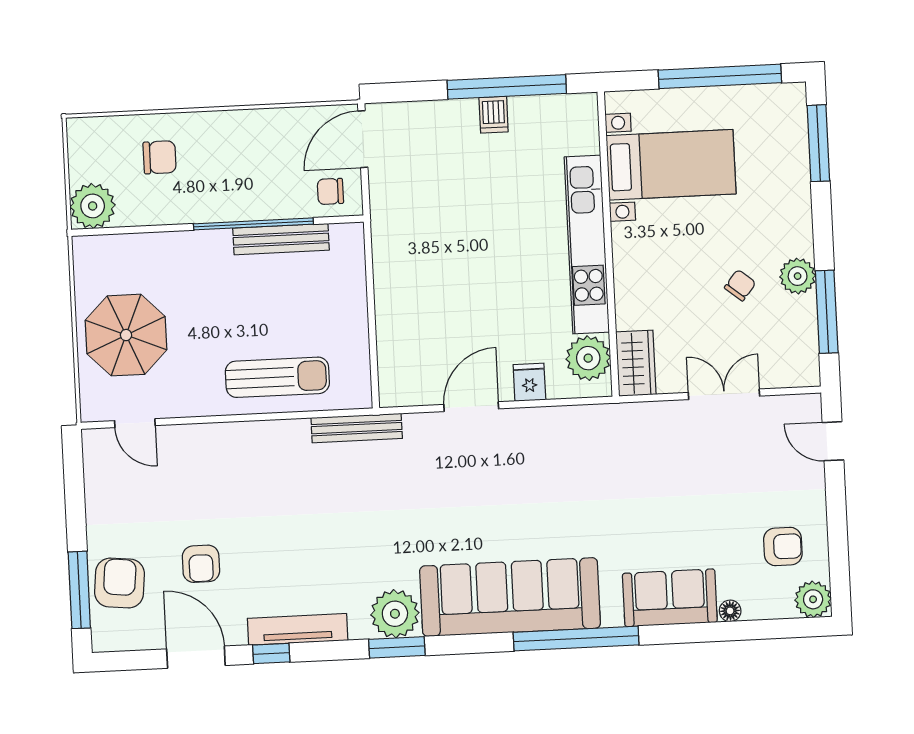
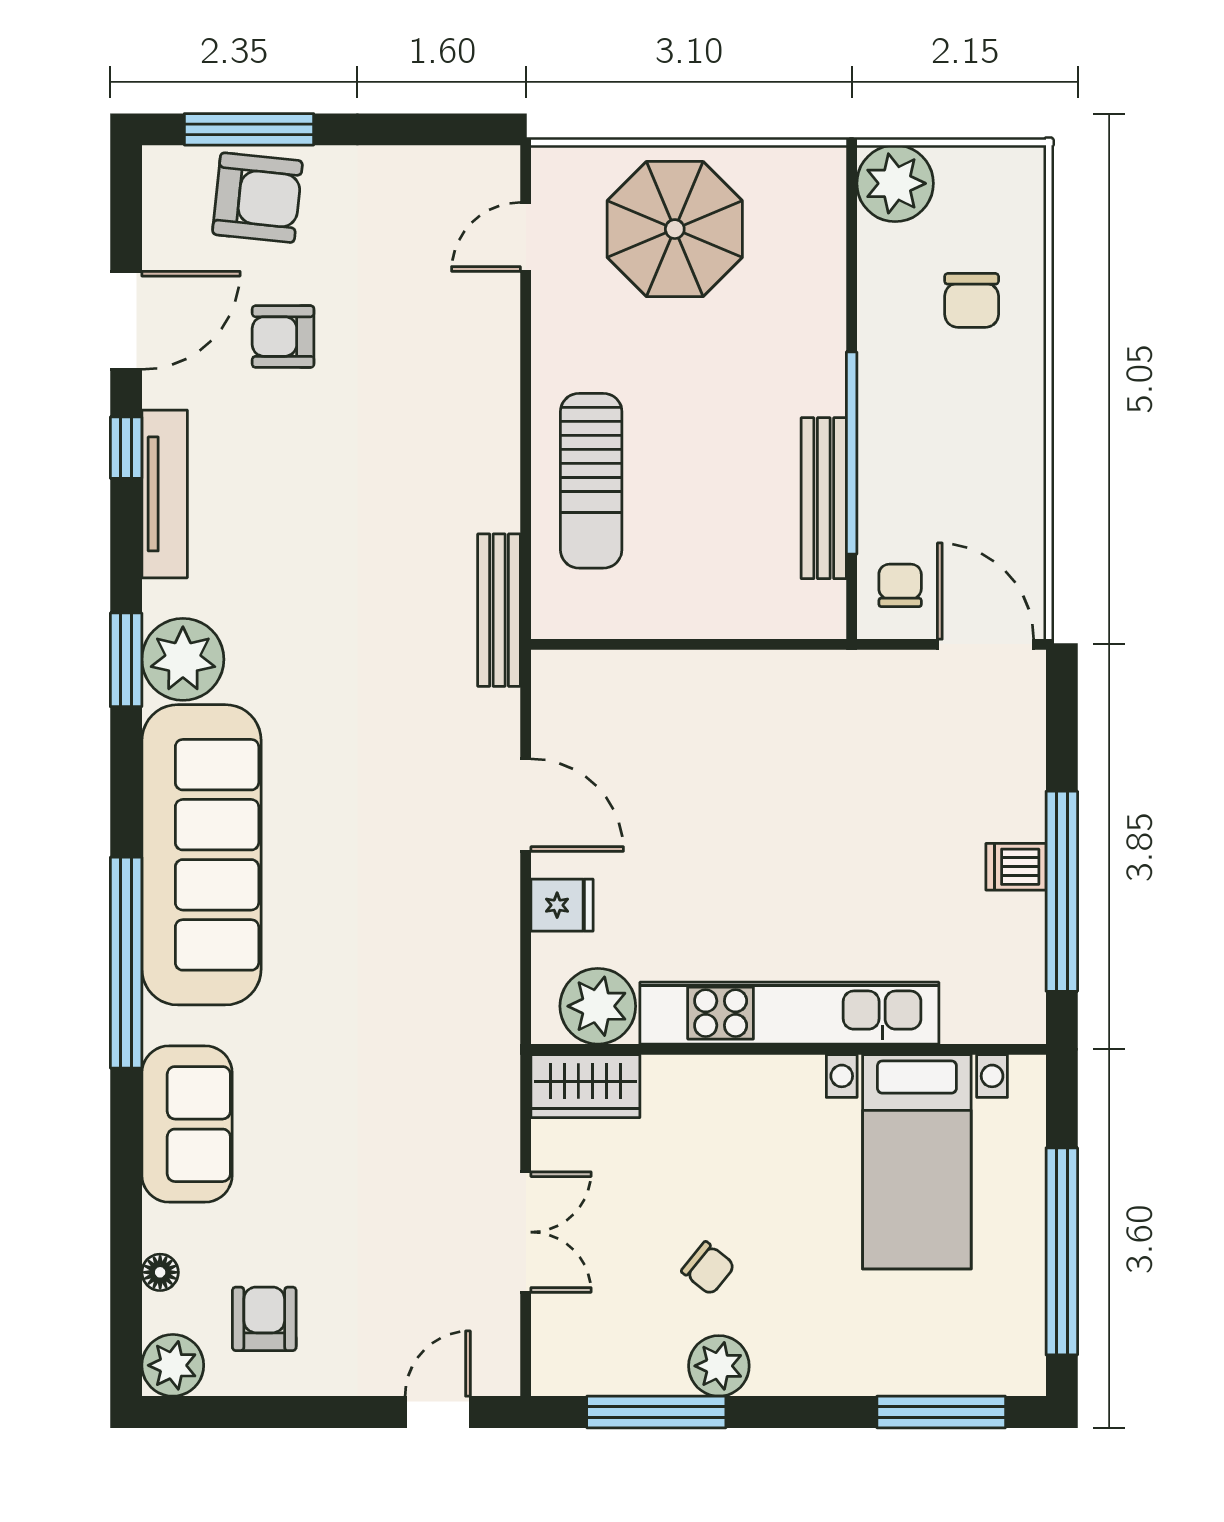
armchair: (783, 547) -> (264, 1319), turned 180
floor lamp: (730, 611) -> (160, 1272), moved

